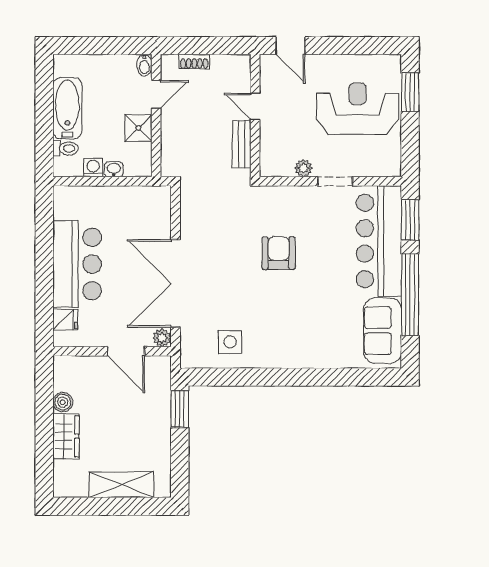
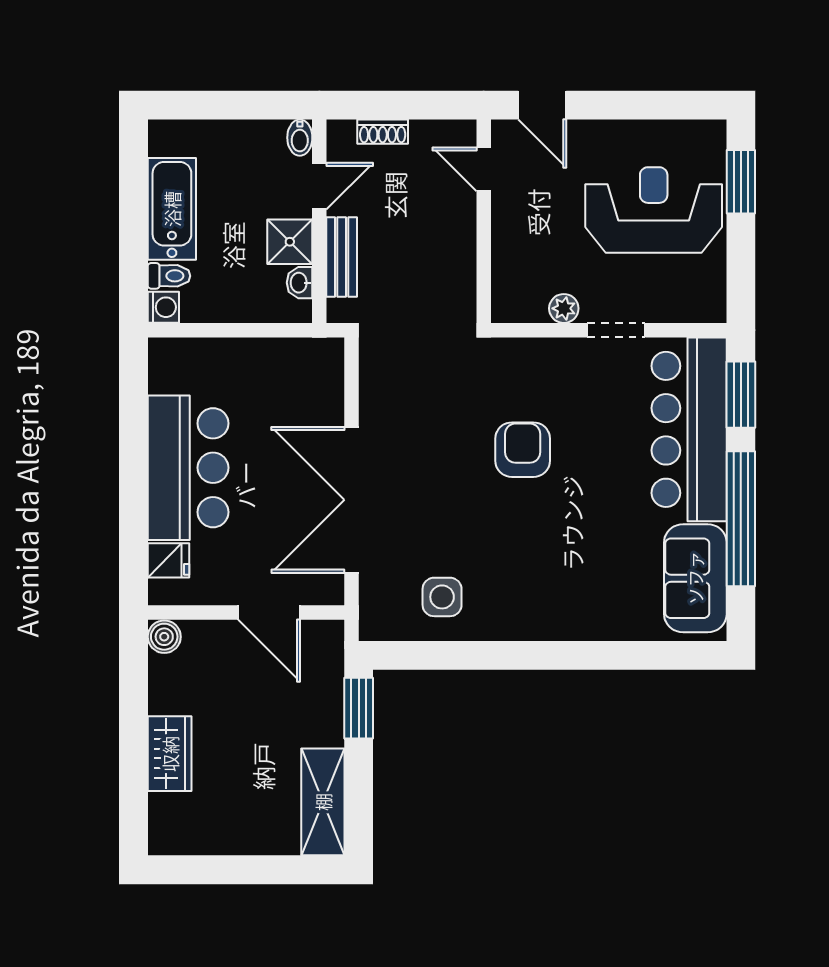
door: (255, 106) -> (484, 169), moved
bench: (242, 144) -> (342, 257), moved
washing machine: (93, 168) -> (163, 307), moved, turned 90
washbasin: (114, 169) -> (299, 283), moved, turned -90
plant: (162, 338) -> (329, 590), removed
boiler: (63, 402) -> (164, 637), moved
shelving: (121, 485) -> (323, 802), moved, turned 90

